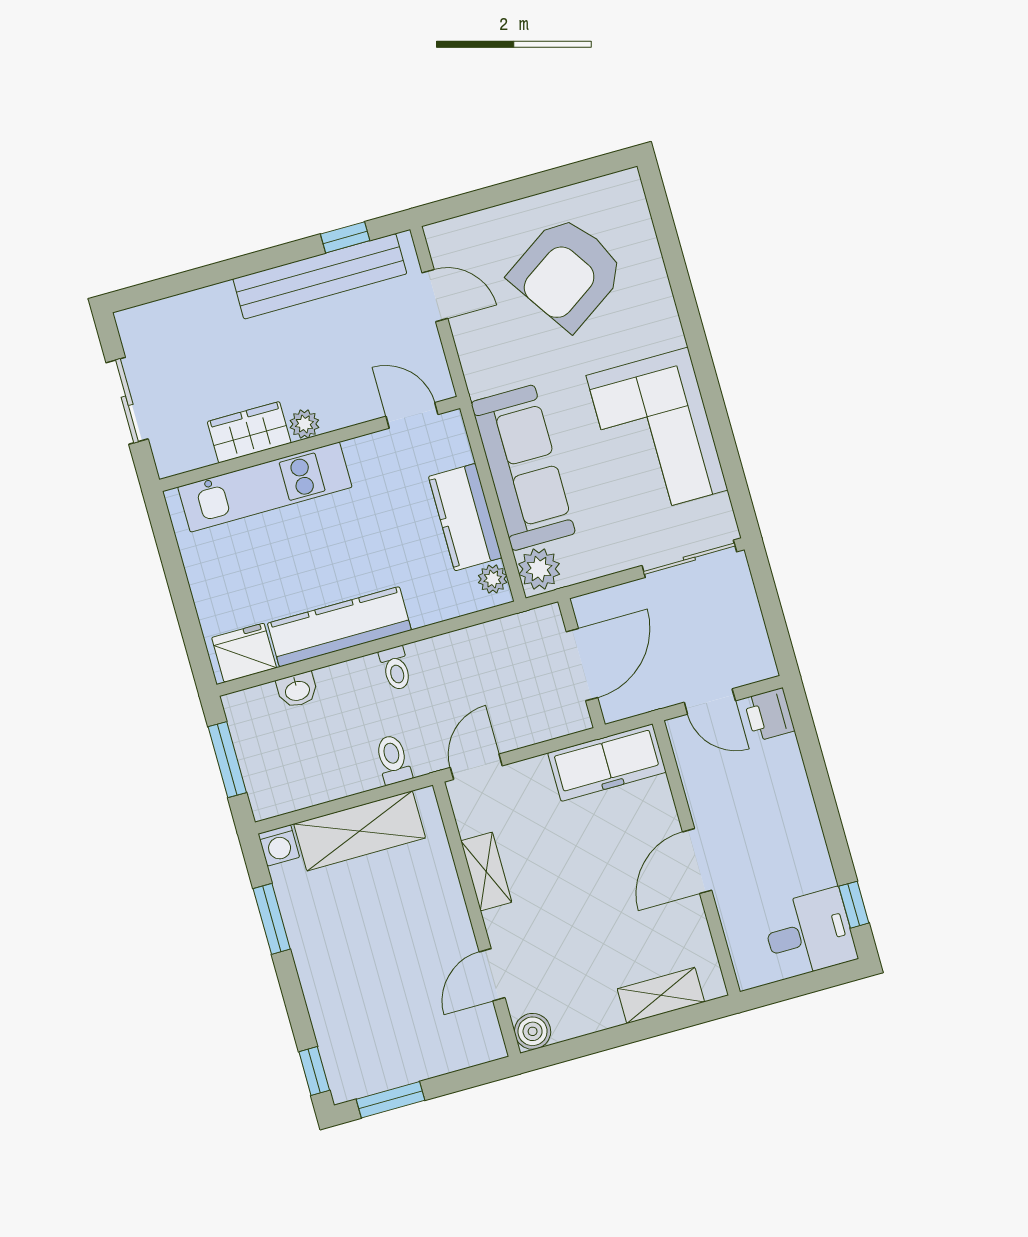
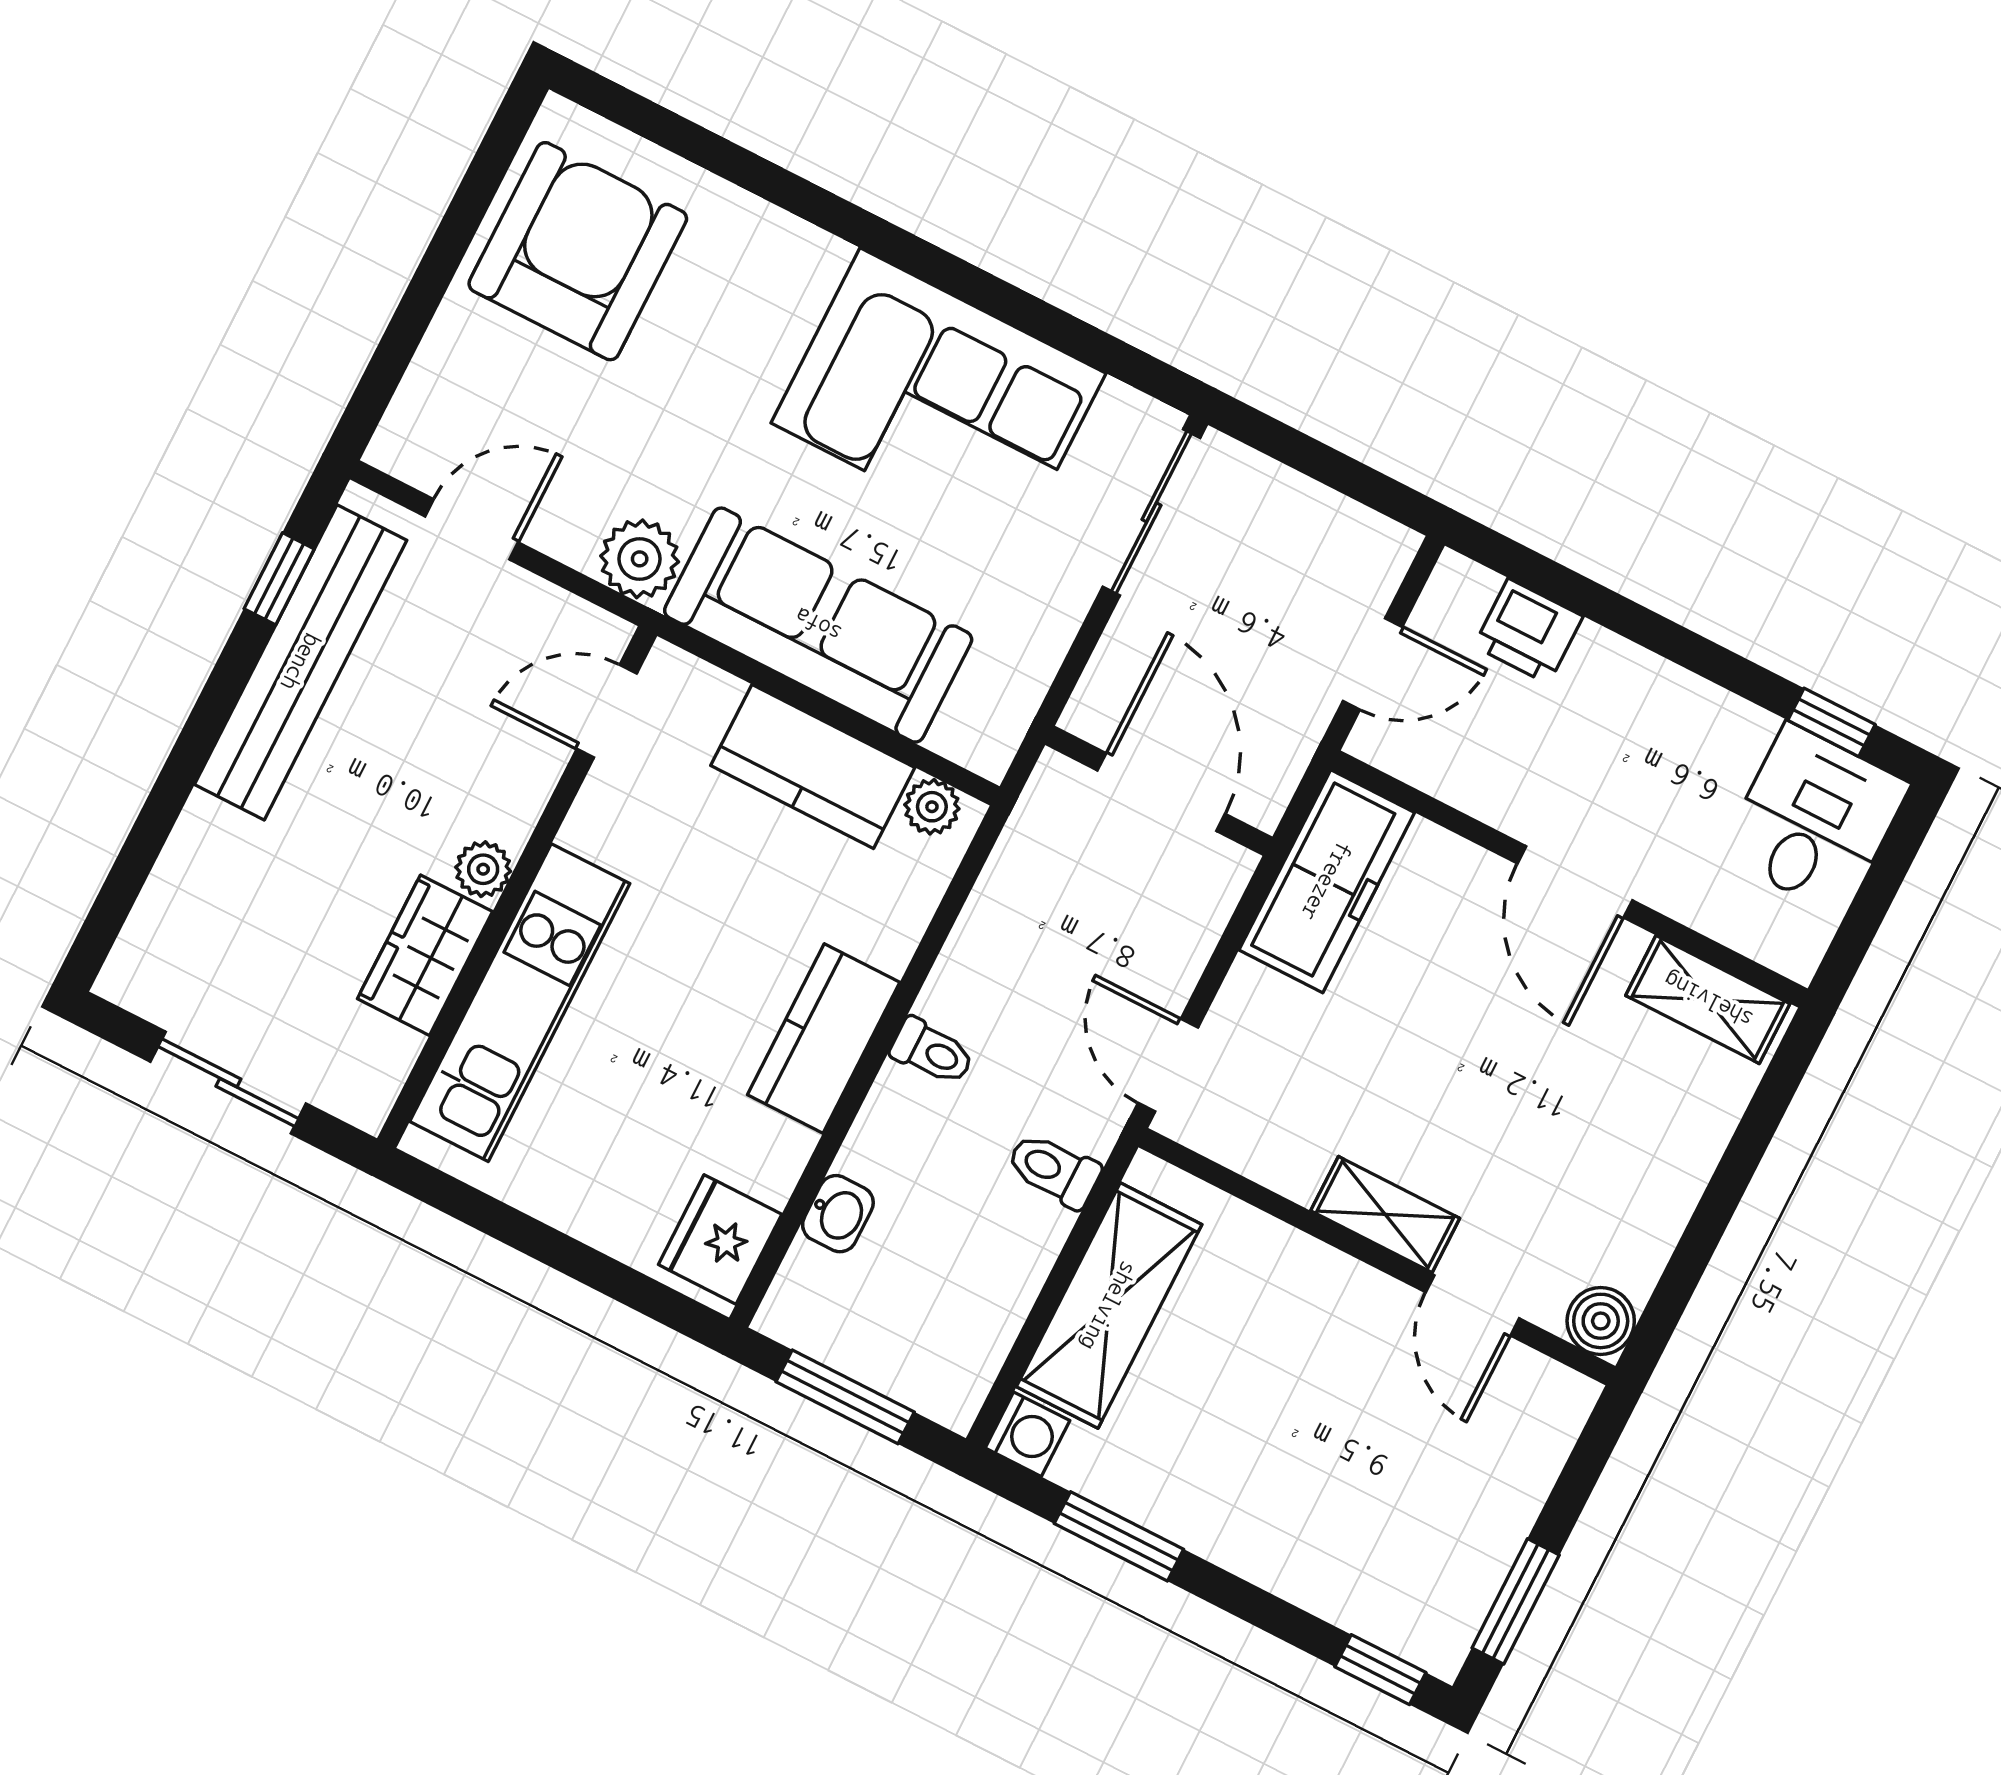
armchair: (567, 273) -> (578, 251), moved, turned -146
plant: (539, 569) -> (640, 559), moved
kitchen counter: (339, 627) -> (824, 1039), width x0.67
printer: (769, 715) -> (1528, 631), moved
shelving: (486, 871) -> (1385, 1214), moved
shelving: (661, 995) -> (1708, 1000), moved, turned 90

